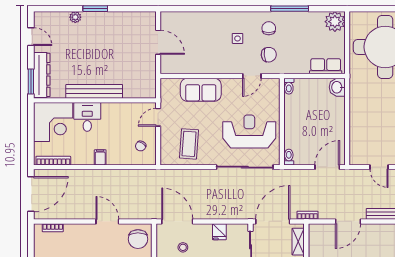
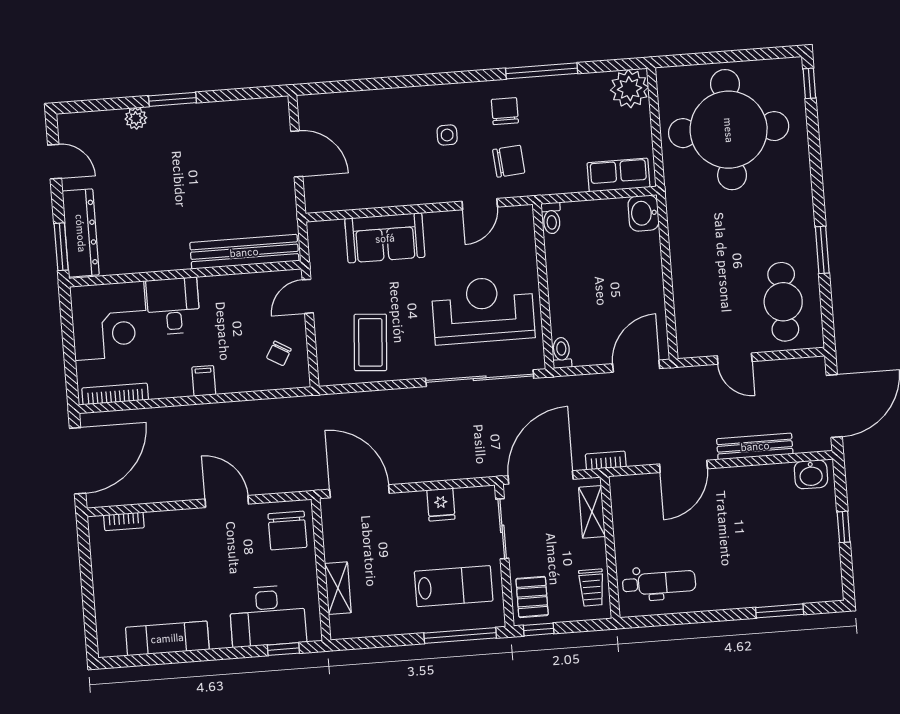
bench: (94, 91) -> (244, 252), moved
stool: (183, 247) -> (374, 540), removed

